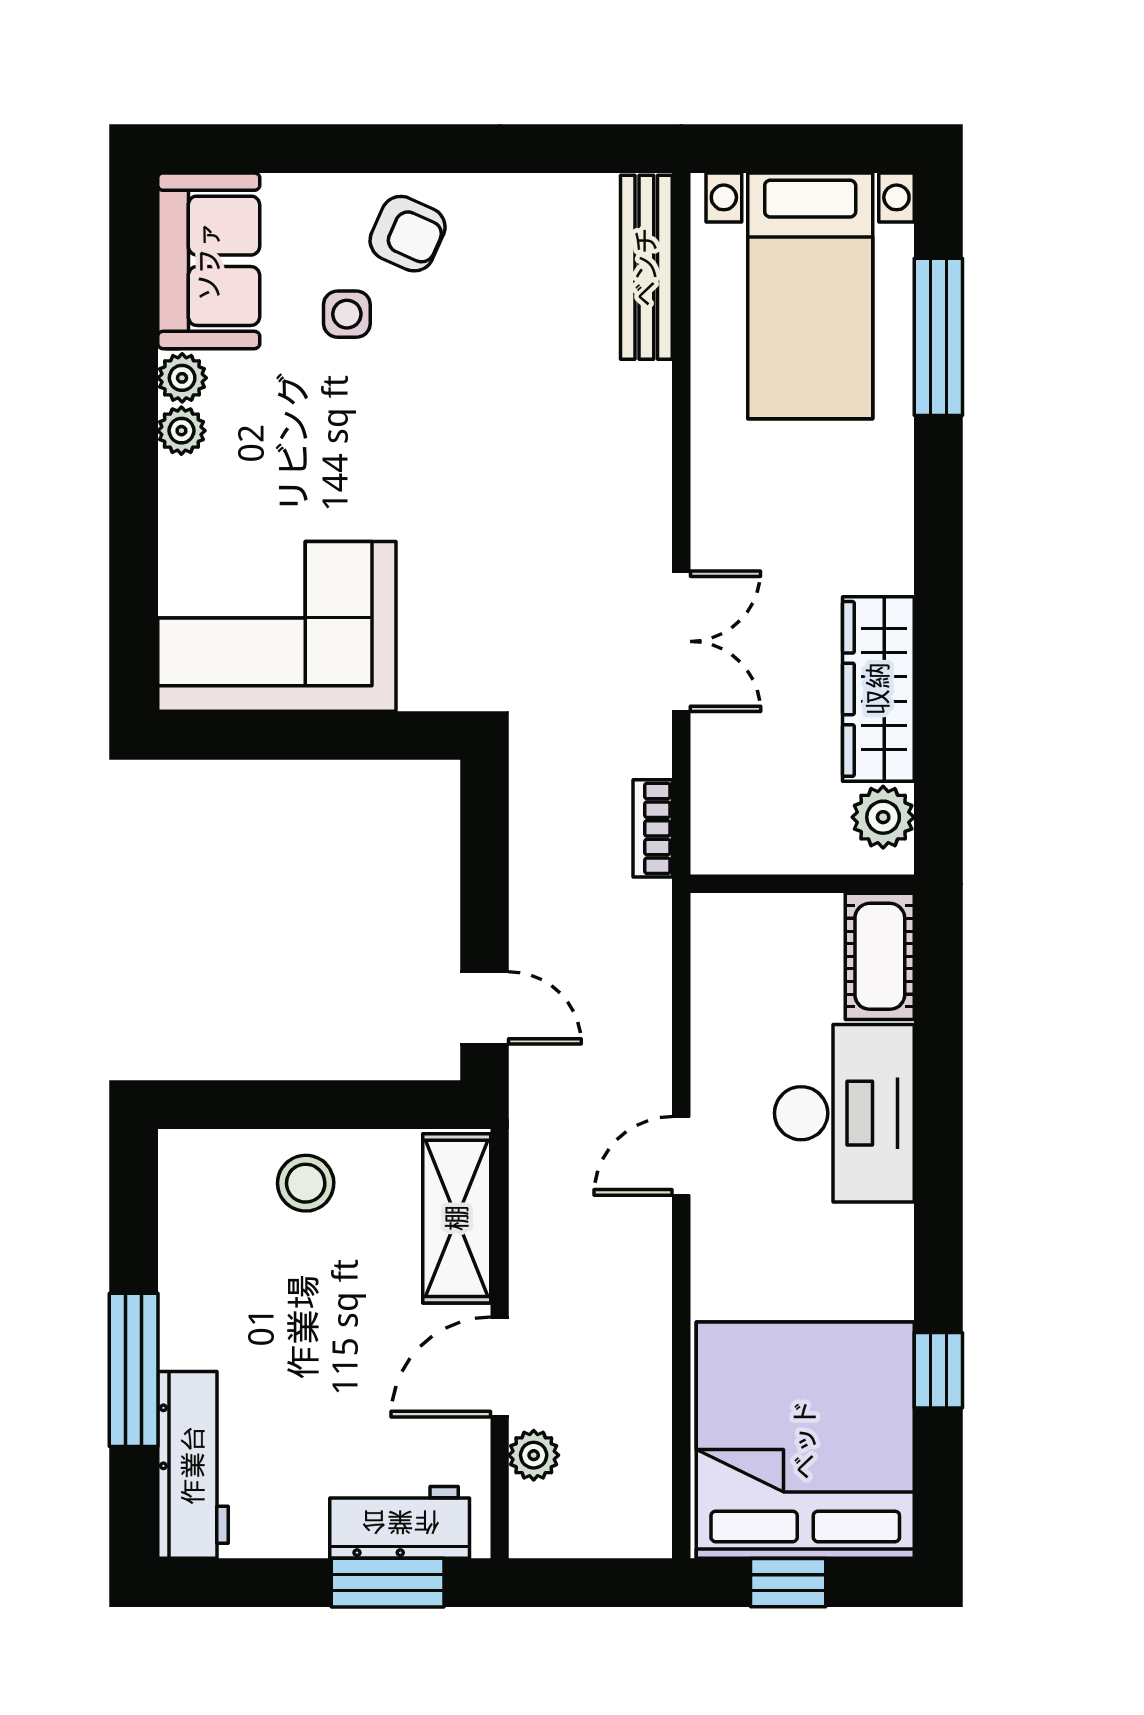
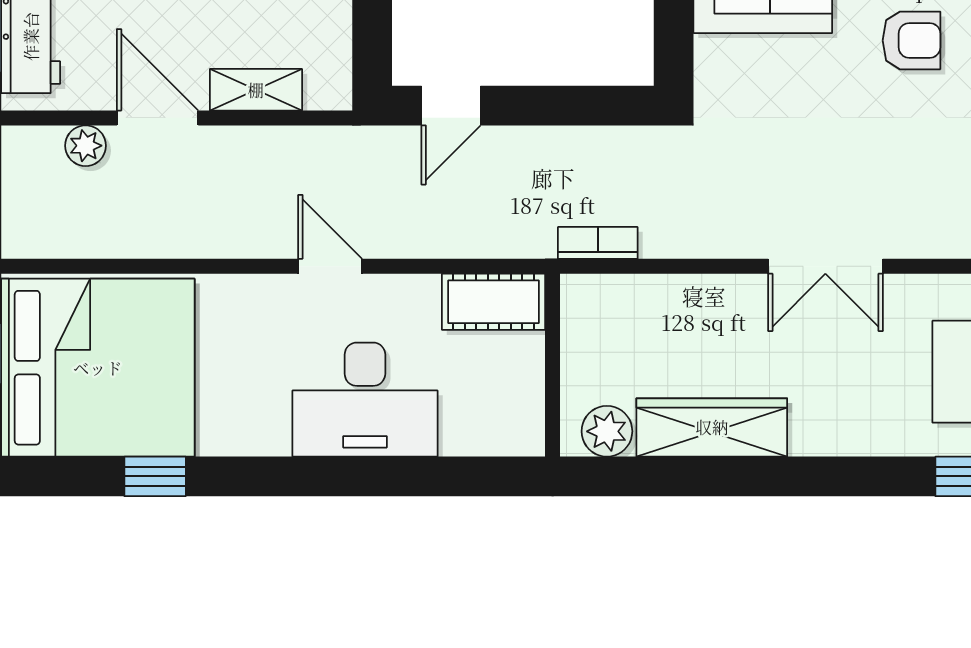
armchair: (405, 445) -> (911, 40), added
double door: (681, 641) -> (825, 266), moved
cot: (880, 956) -> (493, 302), moved
shelving: (457, 1218) -> (256, 90), width x0.67, depth x0.75

